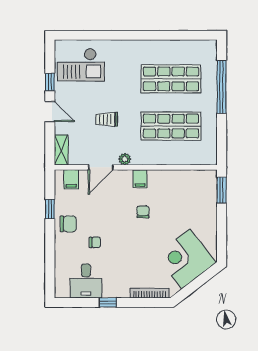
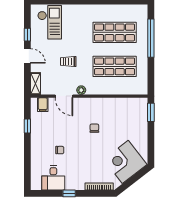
checkout: (81, 65) -> (50, 22), turned -90
door: (101, 167) -> (64, 96), hinge flipped
filing cabinet: (140, 179) -> (92, 104), removed
chair: (68, 224) -> (41, 137), removed

